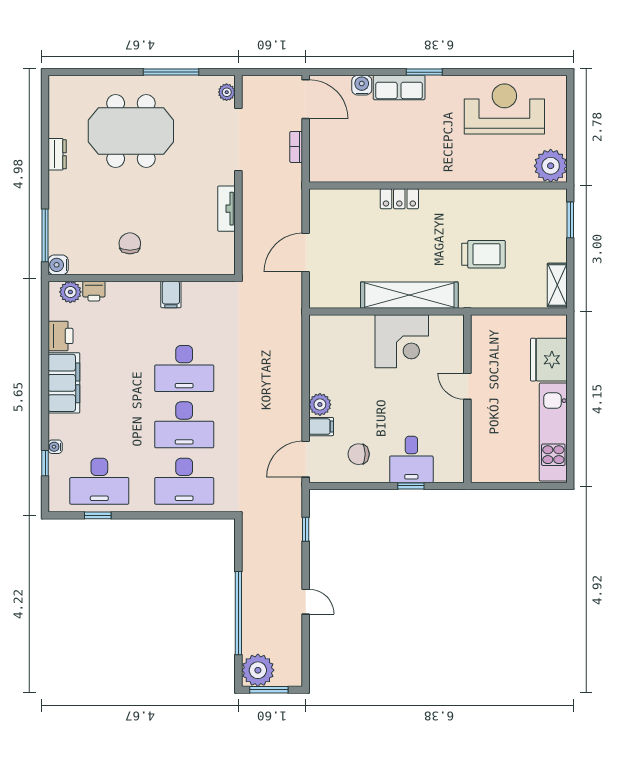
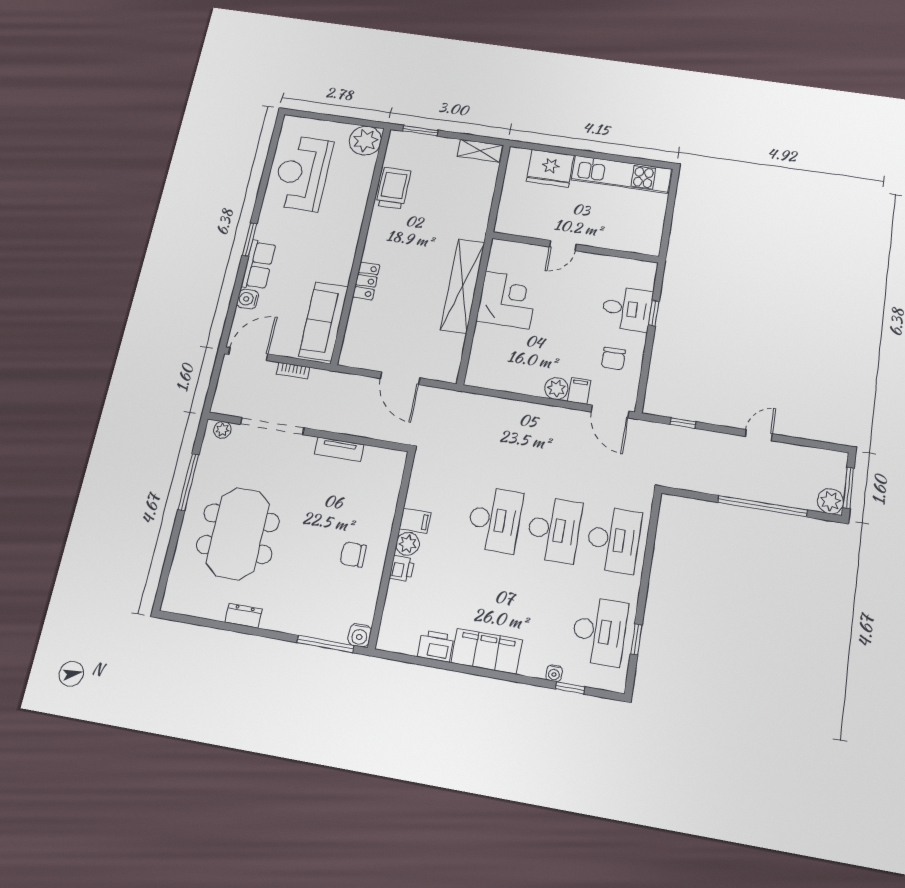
sofa: (351, 166) -> (323, 321), added
trolley: (484, 254) -> (393, 188), moved
printer: (94, 291) -> (402, 568), moved
plant: (70, 292) -> (408, 544), moved
plant: (258, 670) -> (830, 501), width x0.73, depth x0.73

